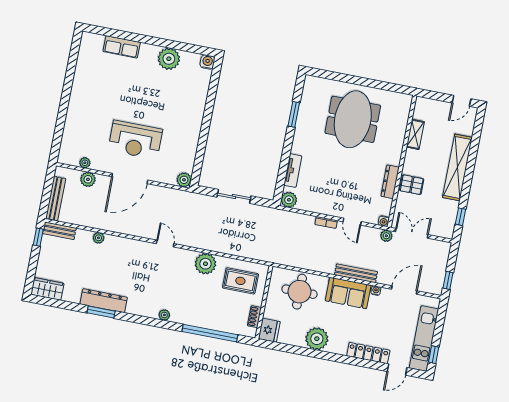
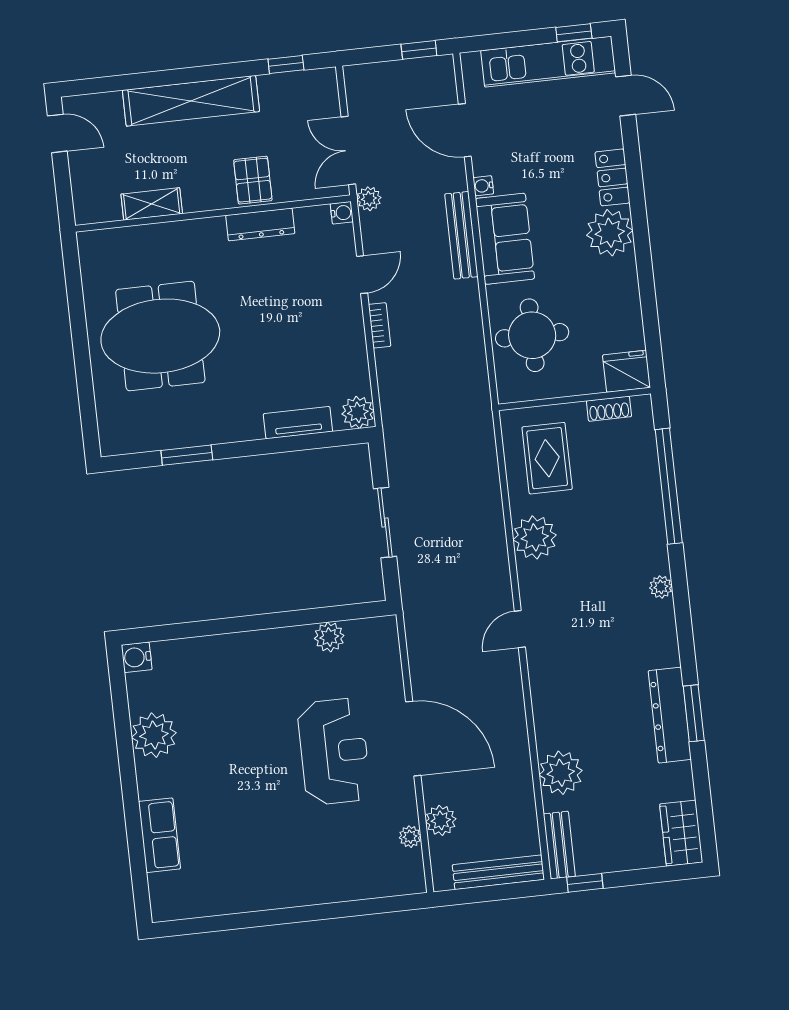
plant: (184, 180) -> (329, 637), moved
plant: (99, 238) -> (561, 773), width x1.87, depth x1.87
plant: (317, 339) -> (610, 233), moved
locker: (368, 353) -> (612, 177), width x0.66

